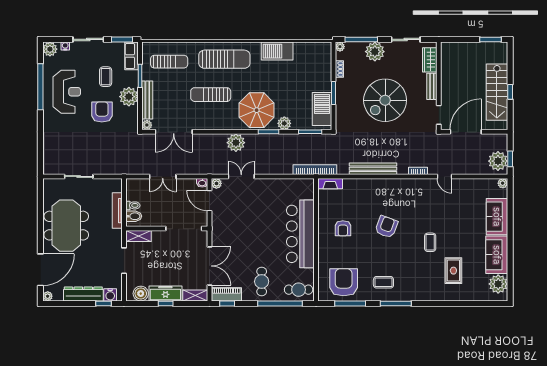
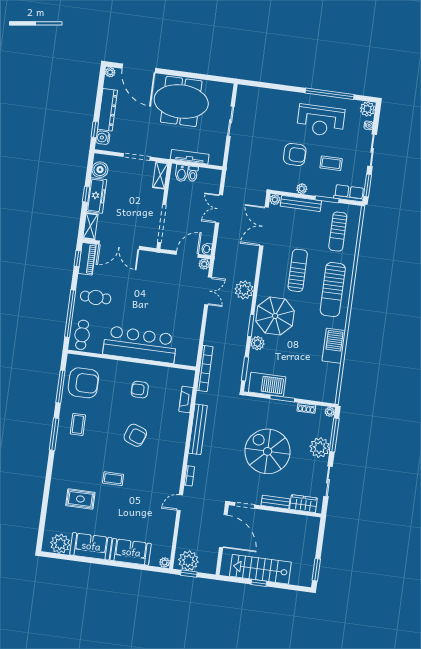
plant: (129, 97) -> (302, 189), width x0.53, depth x0.53
fireplace: (330, 184) -> (186, 399), moved

